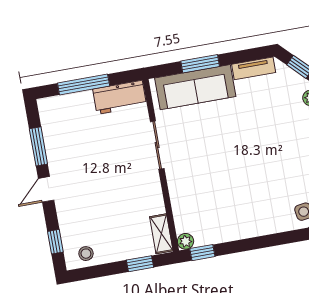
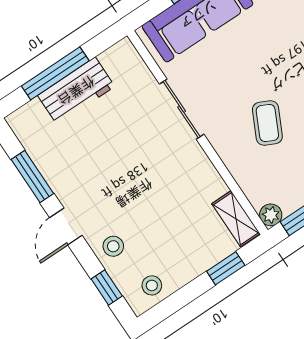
workbench: (120, 97) -> (76, 91), moved
coffee table: (210, 179) -> (267, 123), added
stool: (72, 216) -> (113, 246), added

